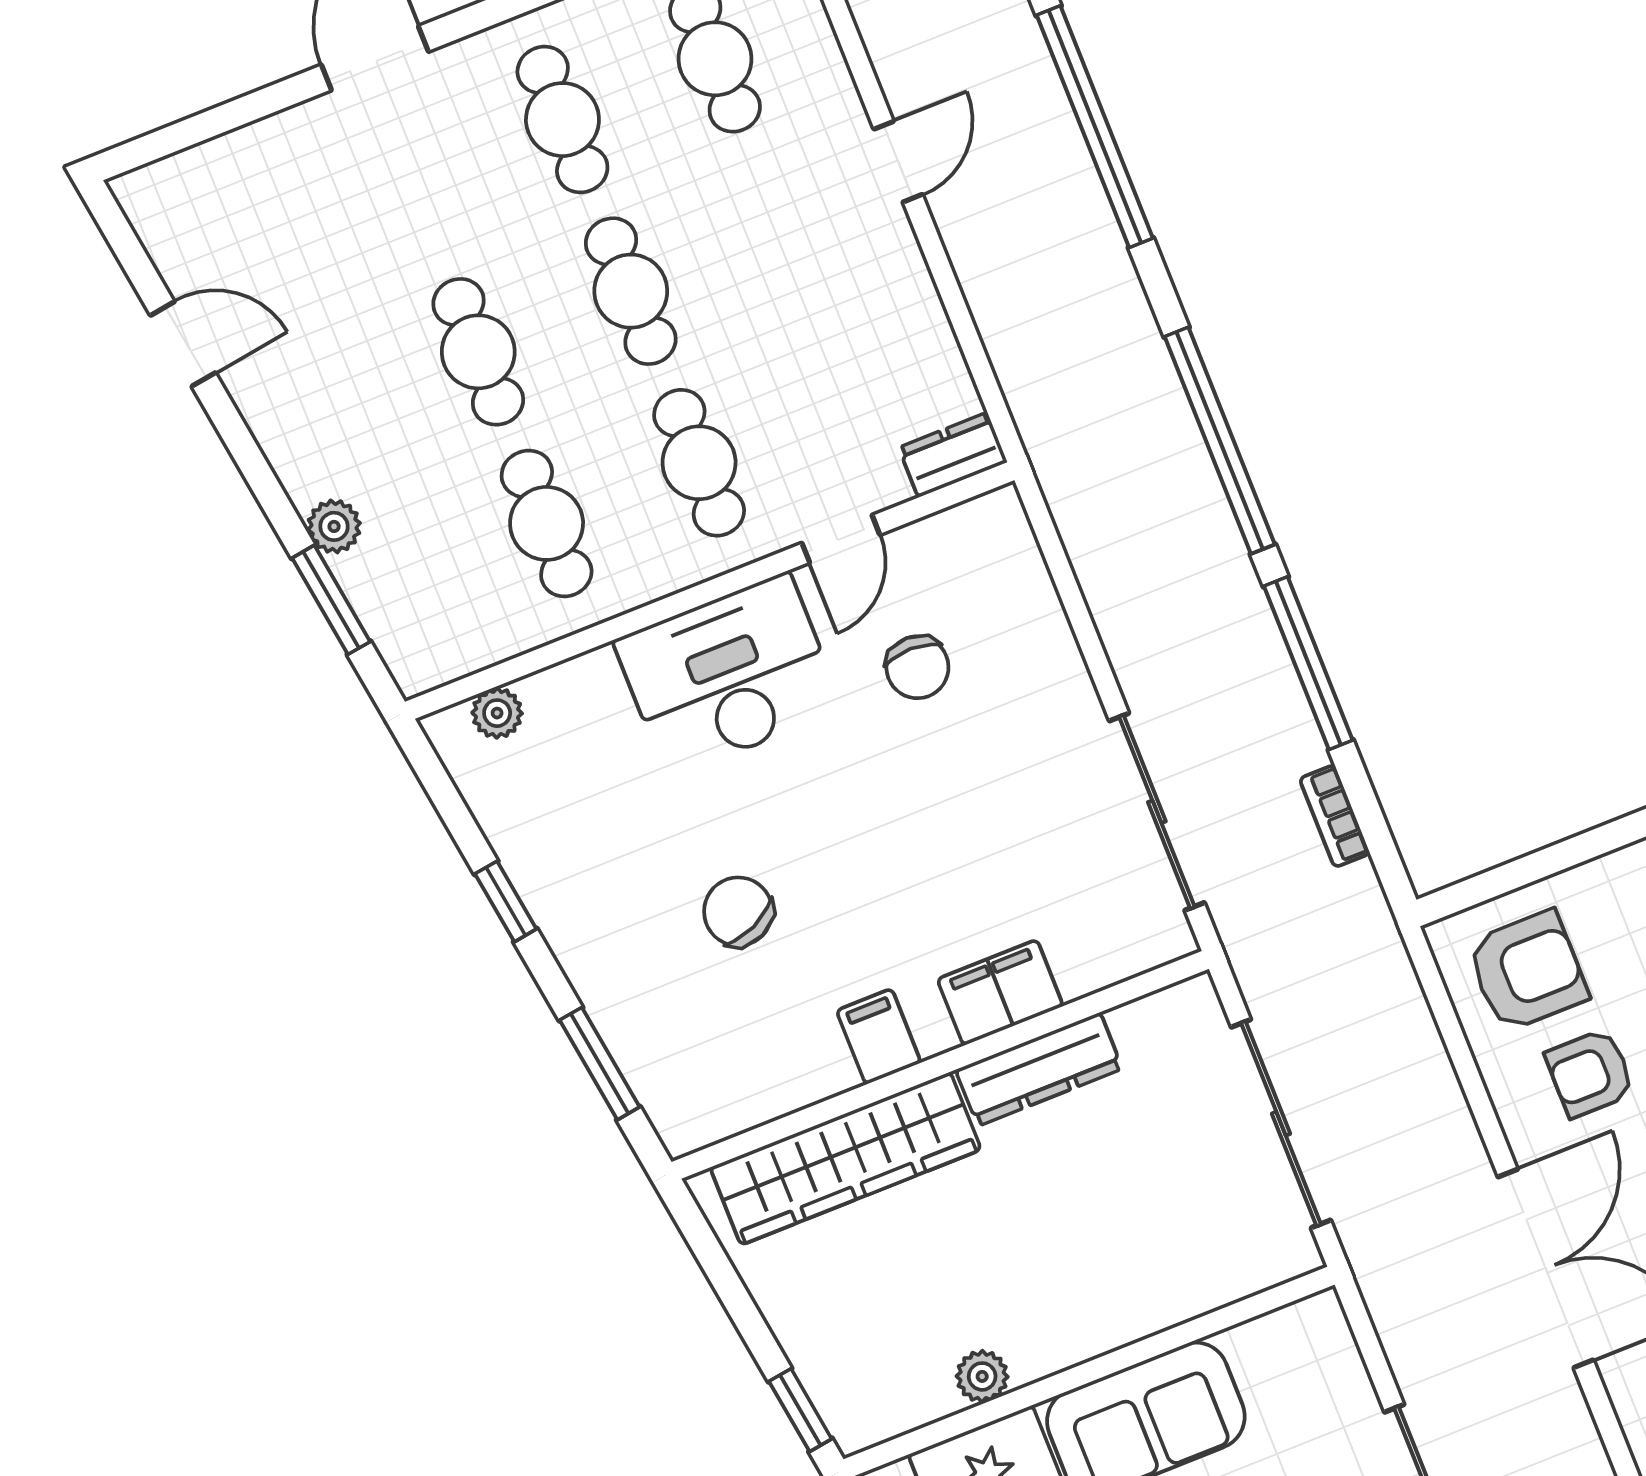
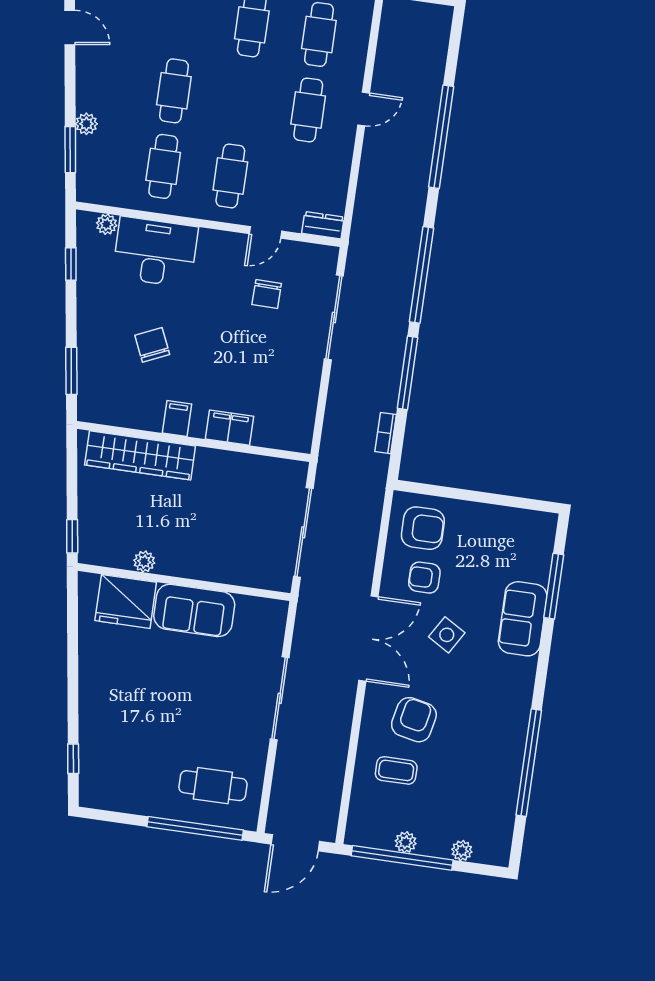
cafe table: (631, 291) -> (308, 110), moved
desk: (728, 675) -> (155, 252), moved
sliding door: (1157, 812) -> (334, 317), moved
window: (506, 901) -> (71, 264), moved
dresser: (1039, 1069) -> (228, 463), removed

